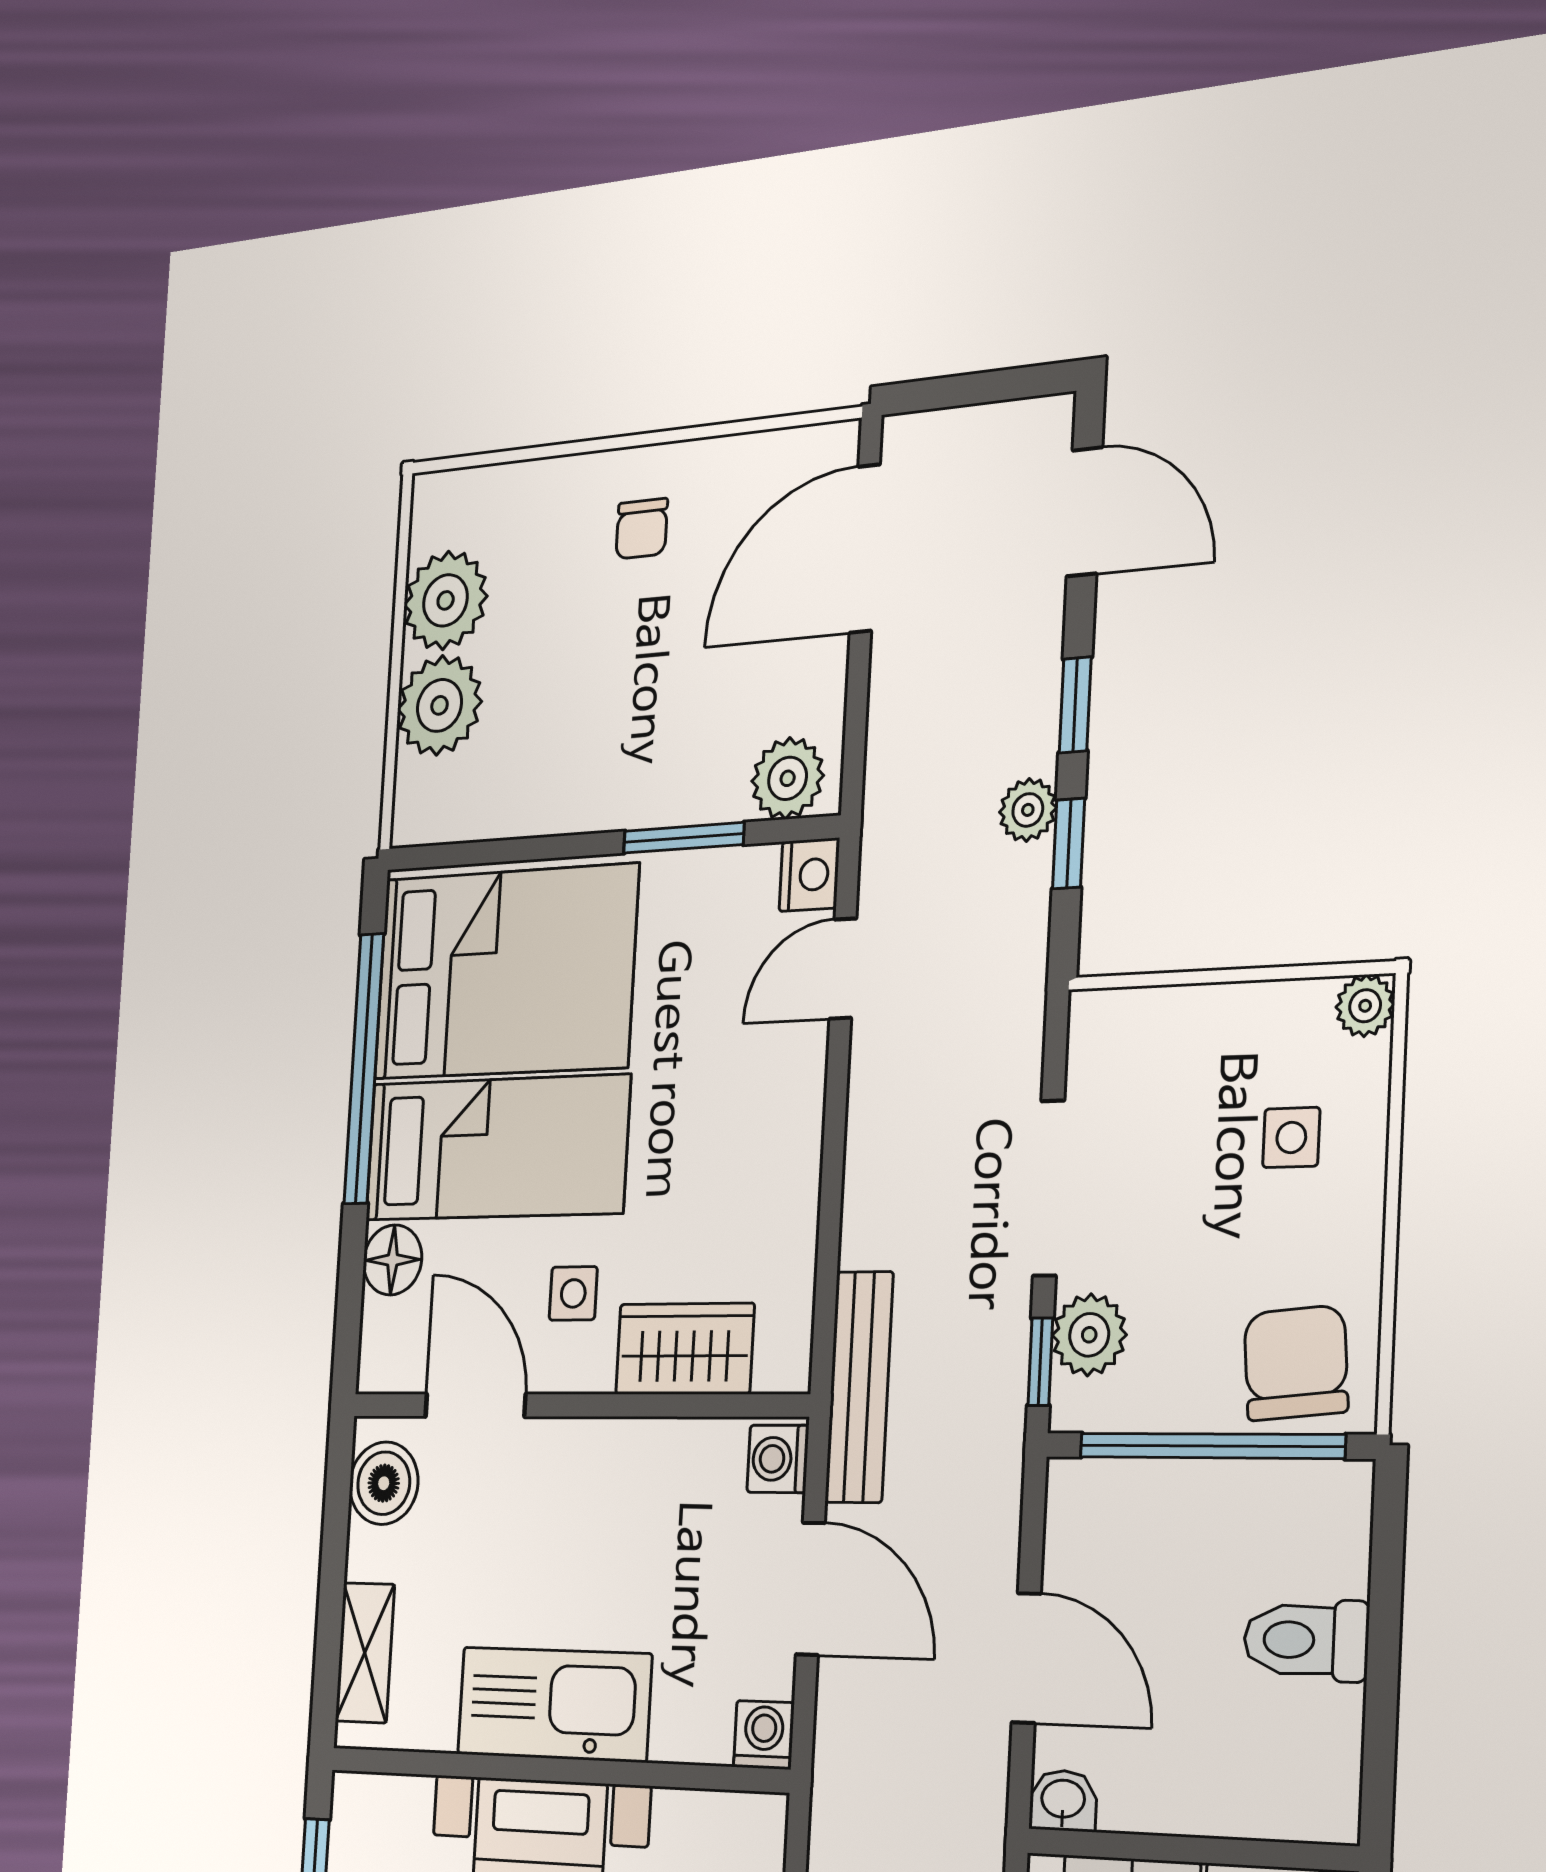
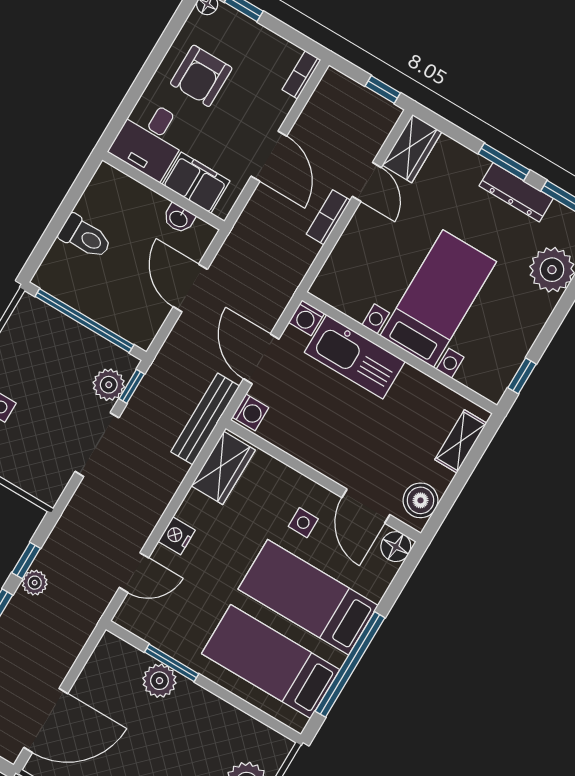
plant: (788, 778) -> (159, 681), moved
nightstand: (809, 875) -> (177, 536), moved
bed: (505, 972) -> (271, 662), width x0.67
floor lamp: (393, 1260) -> (396, 547), moved
wardrobe: (685, 1349) -> (223, 468), moved, turned -90
chair: (1296, 1363) -> (40, 331), removed
kitchen sink: (554, 1704) -> (355, 357), moved
washbasin: (1063, 1800) -> (179, 218), moved

